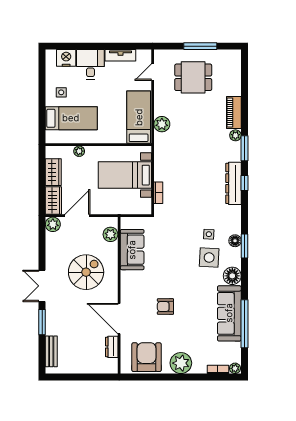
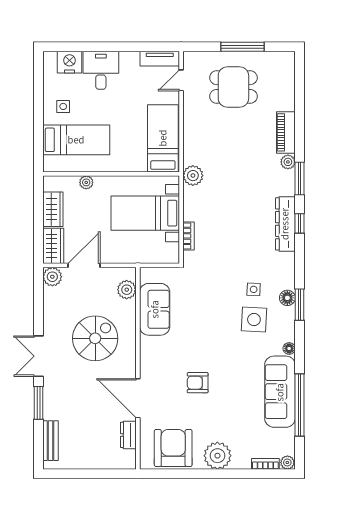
tv unit: (120, 55) -> (160, 59), moved
plant: (162, 124) -> (193, 176), moved
floor lamp: (232, 276) -> (289, 348), width x0.53, depth x0.53

